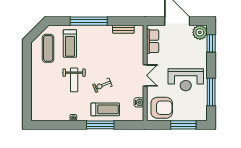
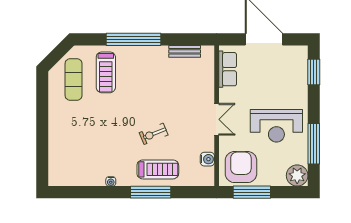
plant: (200, 32) -> (297, 176), moved
weight bench: (74, 80) -> (112, 126), removed
armchair: (162, 108) -> (241, 167), turned -90
window: (183, 125) -> (252, 192), moved

